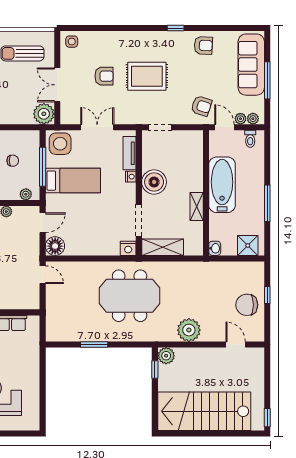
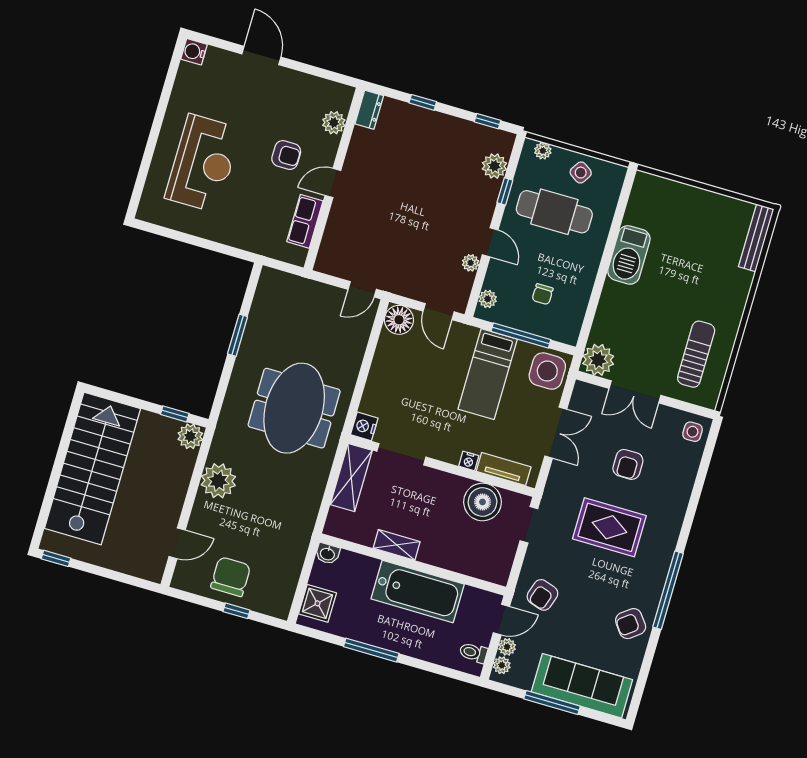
window: (176, 28) -> (668, 590), width x3.17
armchair: (203, 45) -> (631, 624), turned 50
rug: (147, 76) -> (609, 527), turned 90
double door: (57, 85) -> (635, 392), swing flipped
boiler: (154, 182) -> (483, 502), moved

